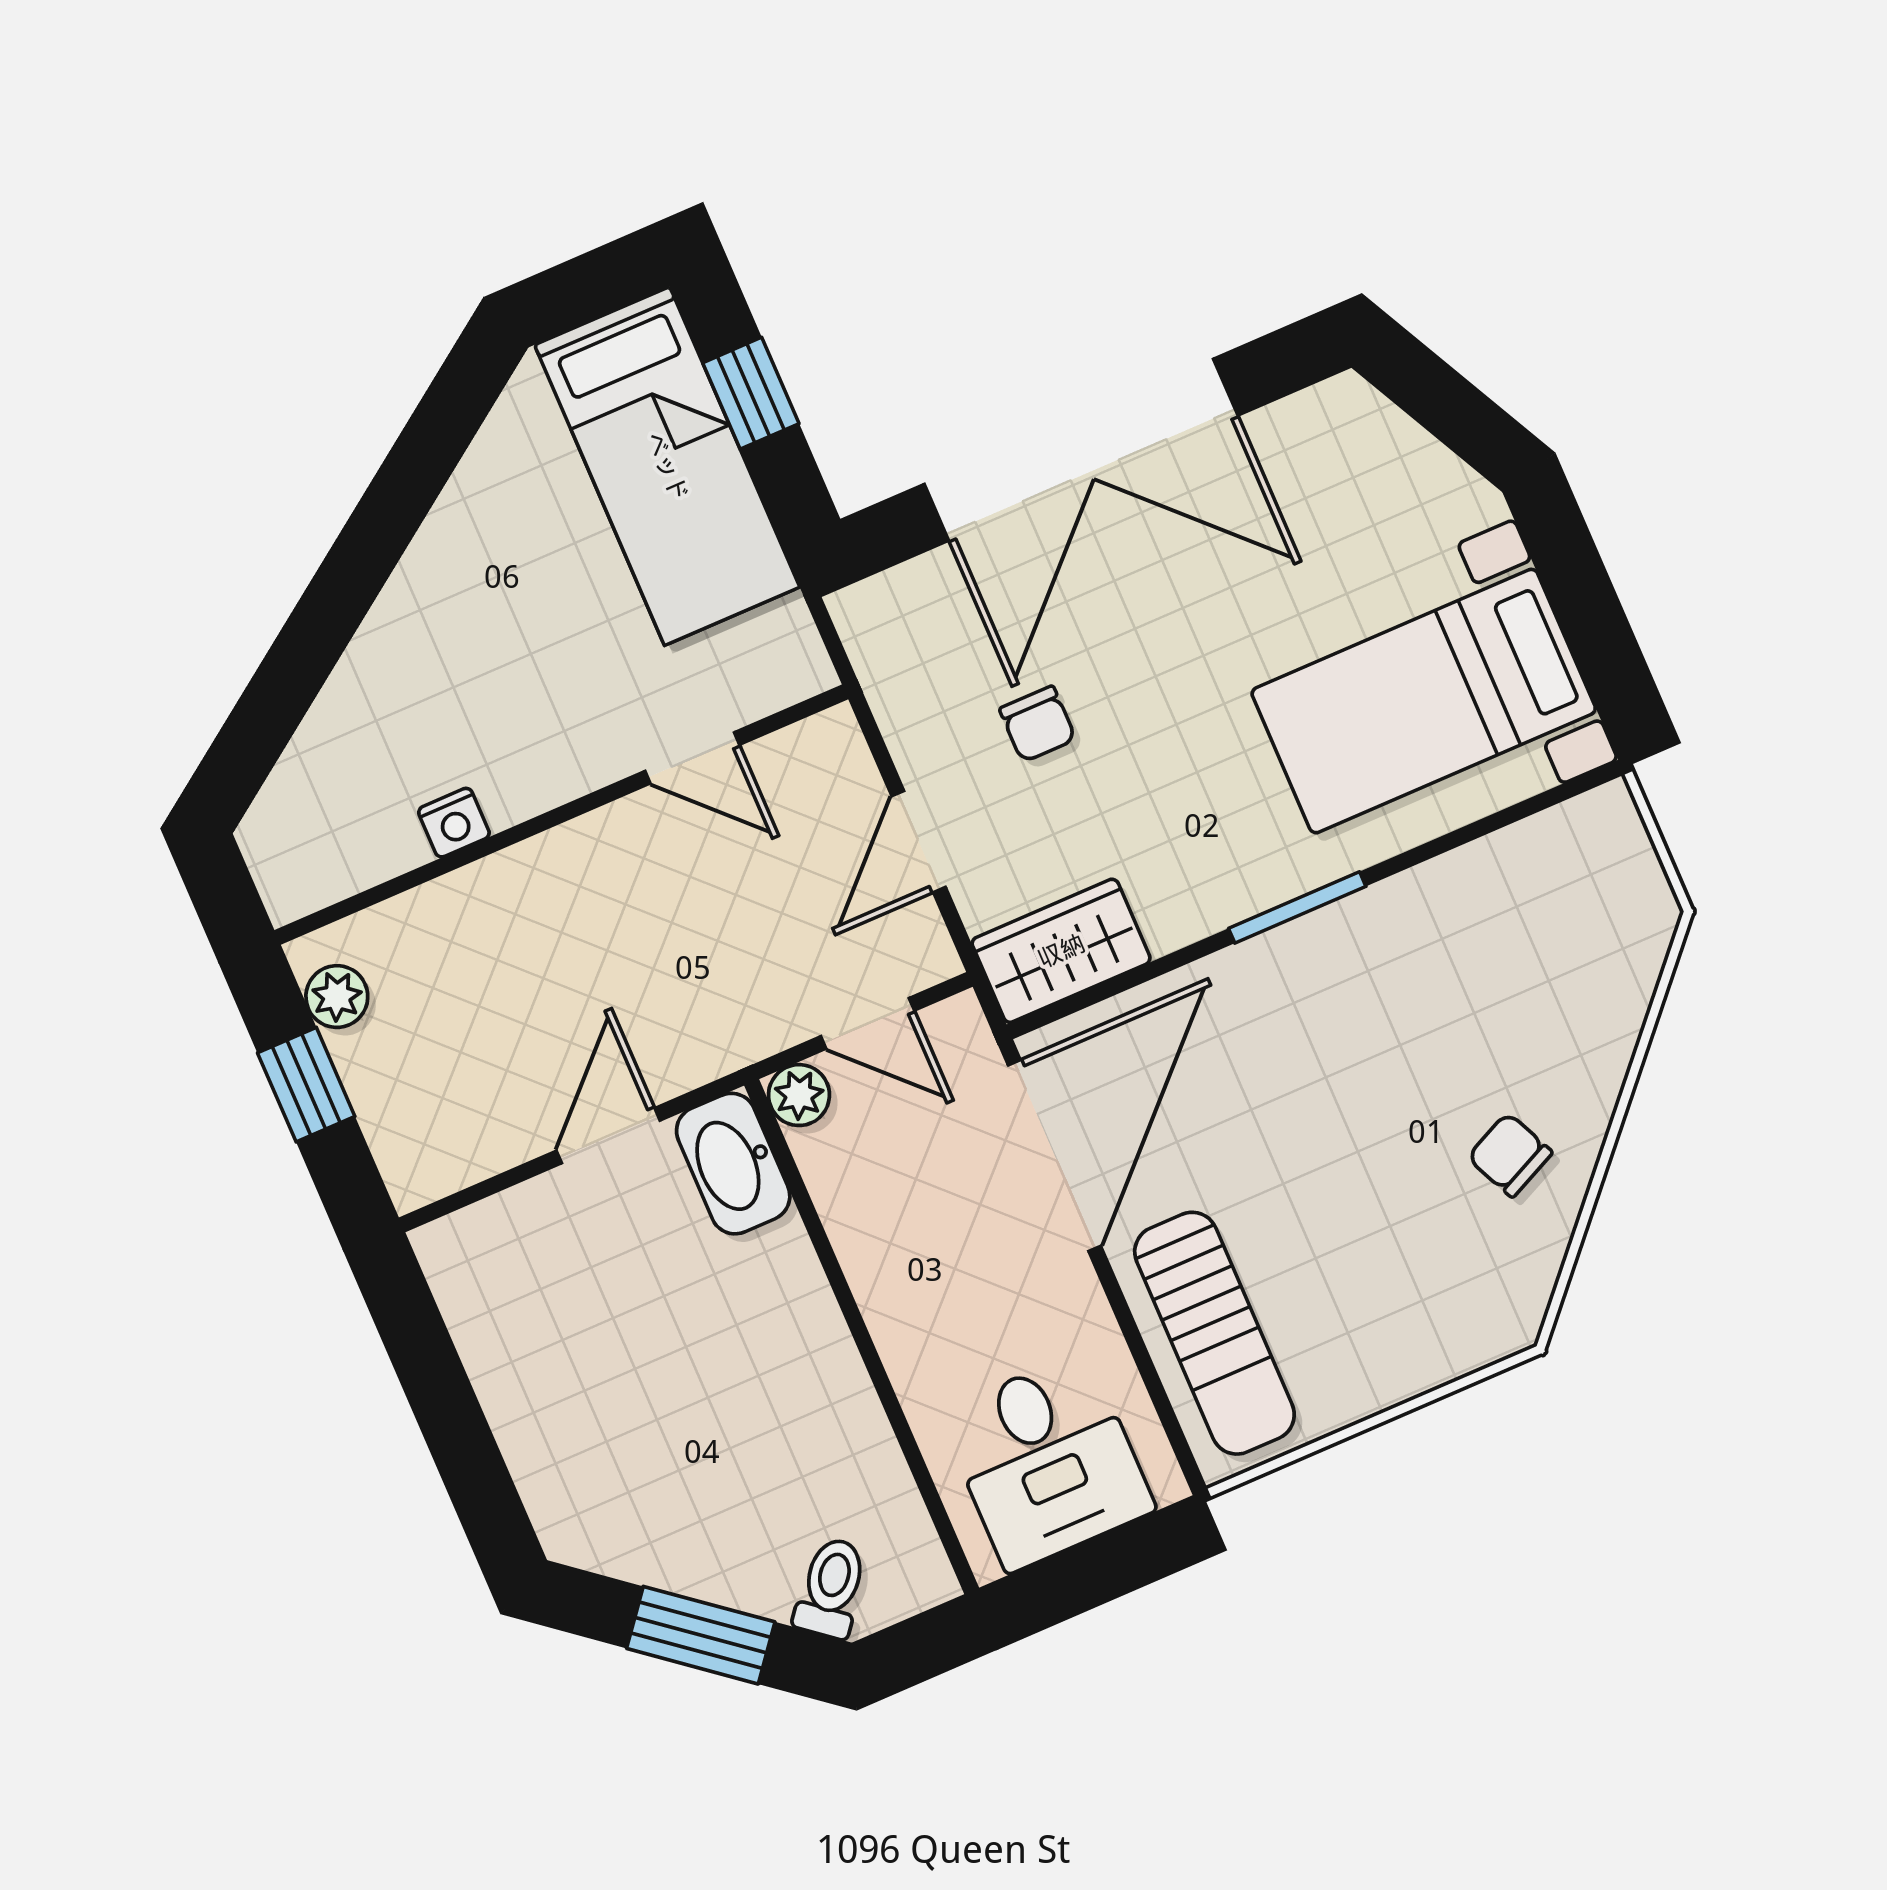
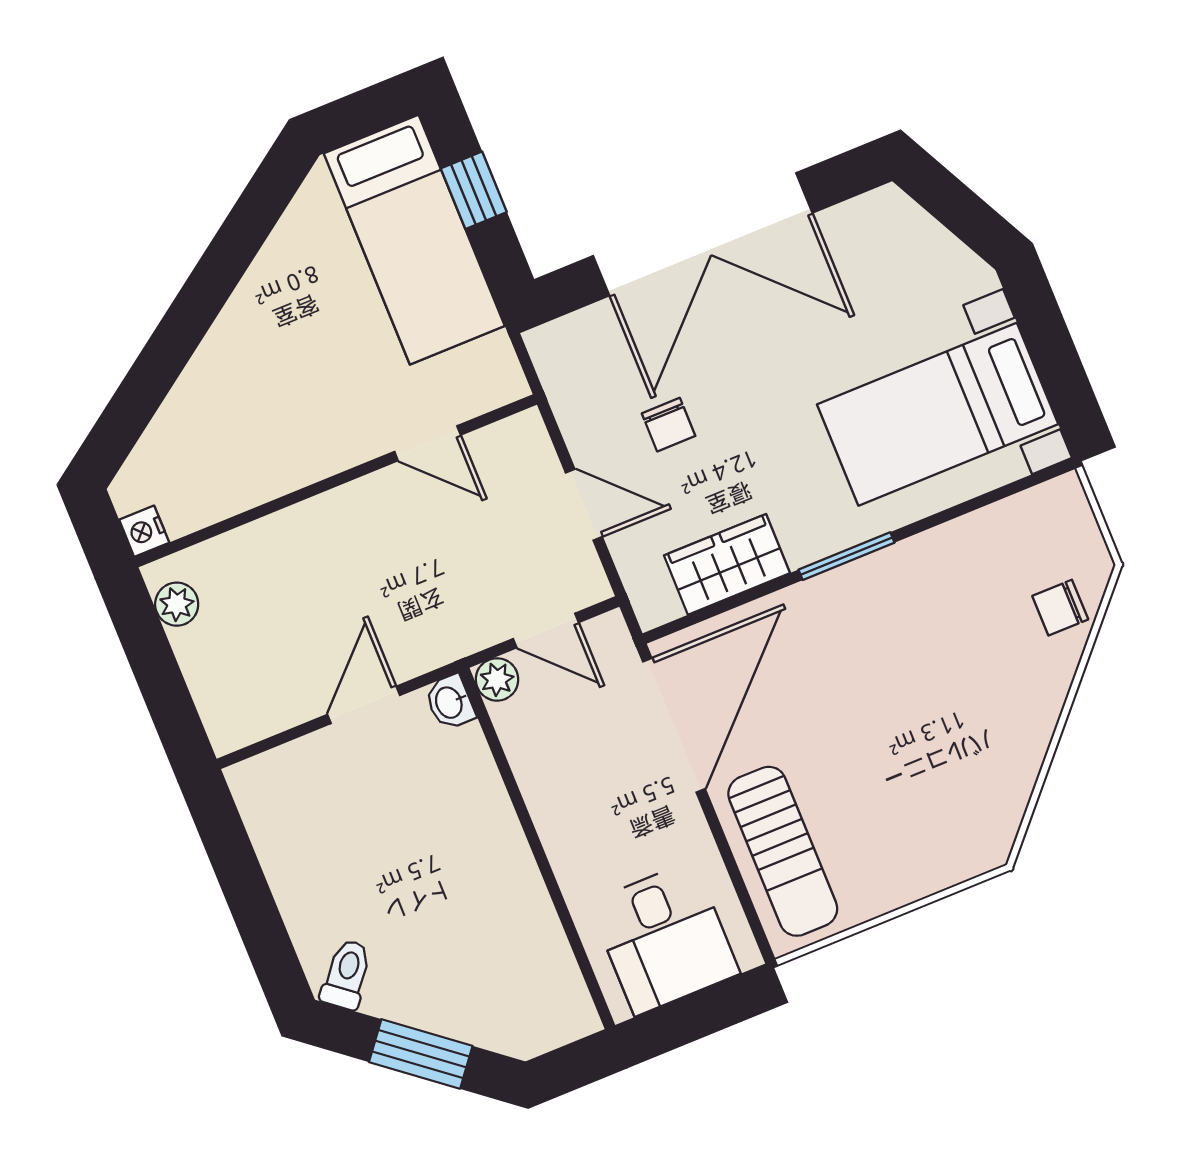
nightstand: (454, 823) -> (144, 531), moved, turned 90
door: (919, 842) -> (584, 505), swing flipped
wardrobe: (1061, 951) -> (727, 564), moved
window: (306, 1085) -> (154, 665), removed
chair: (1510, 1155) -> (1060, 608), moved, turned -65
washbasin: (733, 1164) -> (450, 702), width x0.52, depth x0.69
toilet: (831, 1588) -> (346, 974), moved

